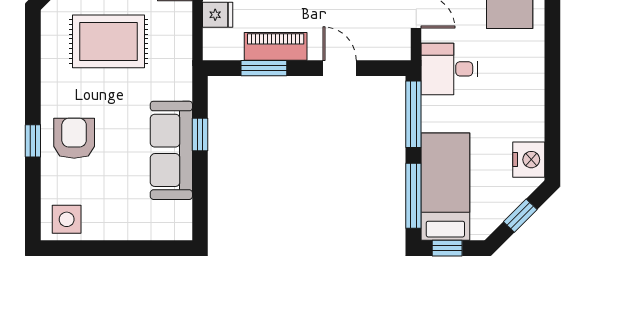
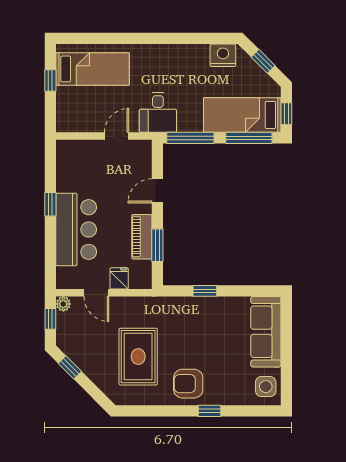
armchair: (74, 138) -> (188, 384), moved
sofa: (171, 150) -> (266, 332), moved, turned 90

